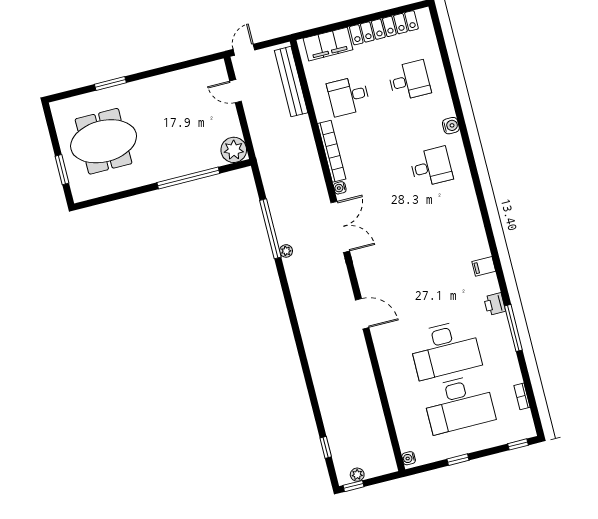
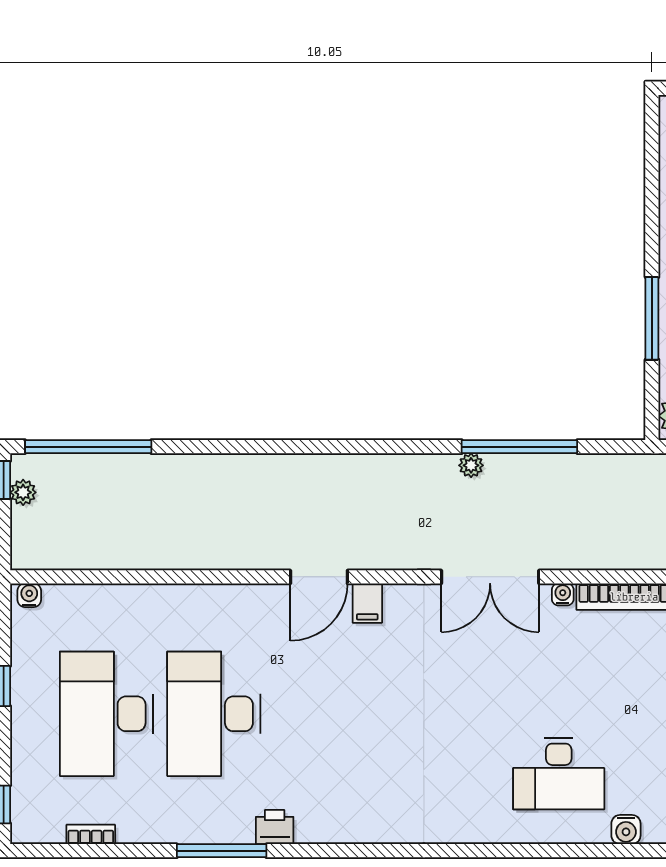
desk: (431, 167) -> (559, 774), width x1.37
window: (188, 178) -> (652, 318), width x0.68
filing cabinet: (484, 266) -> (367, 603), moved, turned 180
window: (326, 447) -> (88, 447), width x3.17

